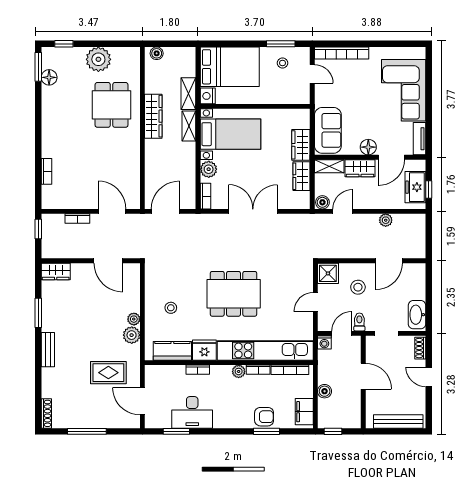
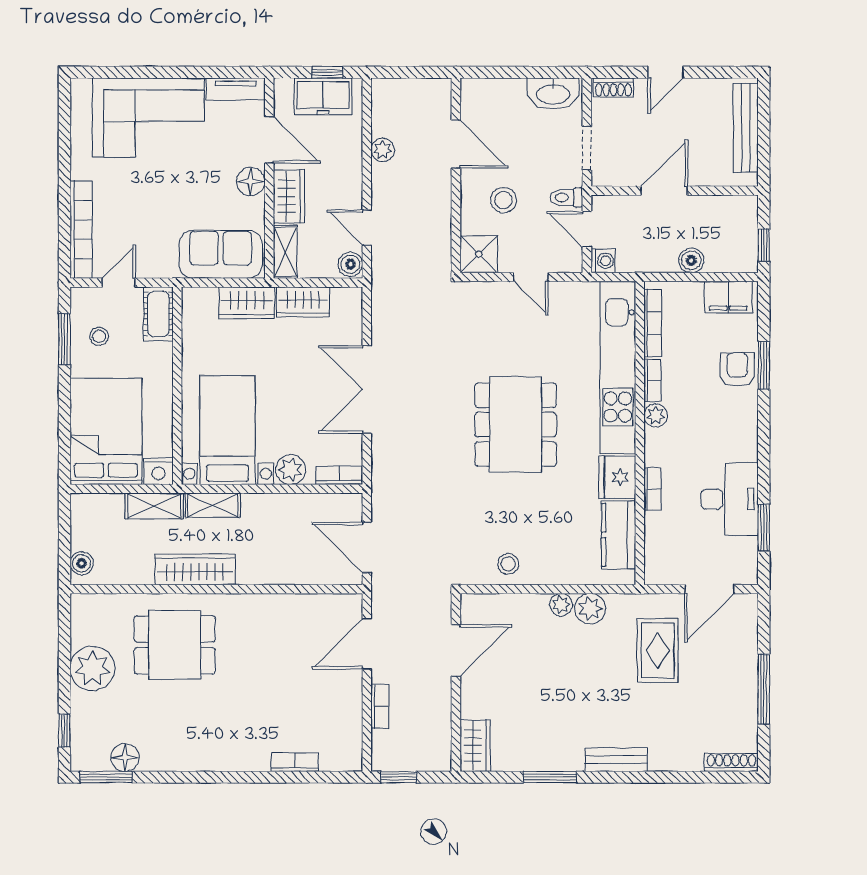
cot: (295, 96) -> (158, 314), added
stool: (171, 308) -> (508, 564), moved

